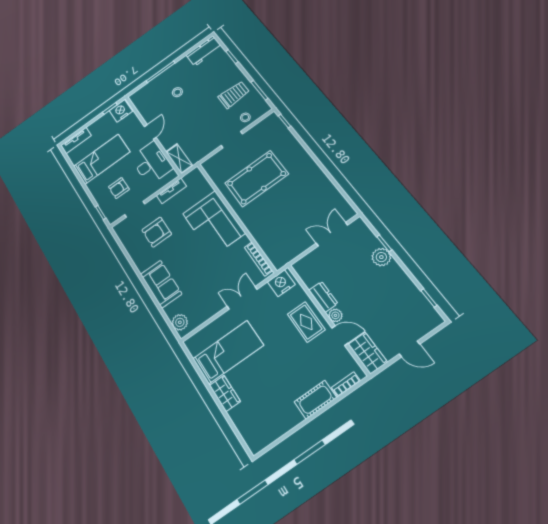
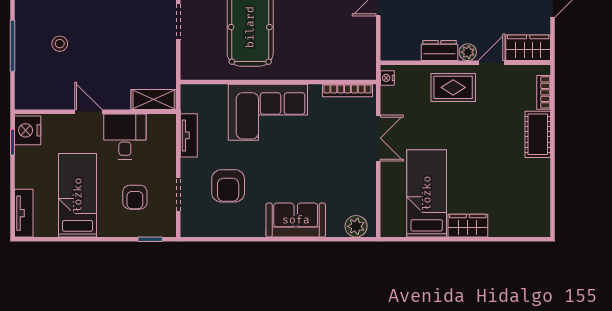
desk: (152, 163) -> (125, 136), width x0.73
nightstand: (281, 283) -> (387, 78), width x0.53, depth x0.56
double door: (242, 298) -> (378, 138), swing flipped

